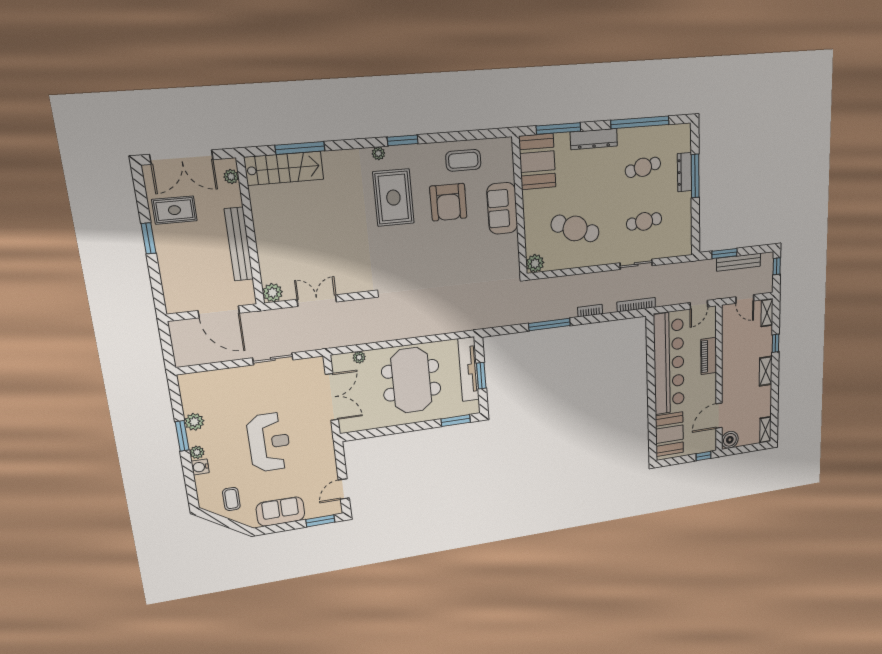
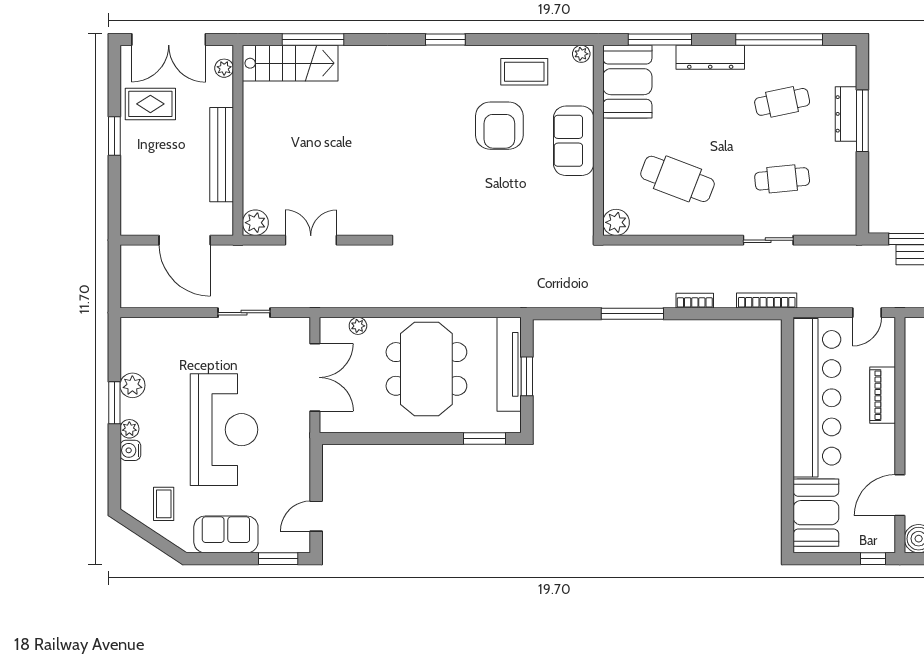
plant: (378, 153) -> (581, 54), moved
rug: (393, 198) -> (426, 113), removed
reception desk: (269, 442) -> (224, 430), width x1.36, depth x1.30

